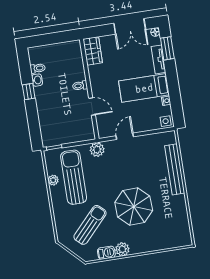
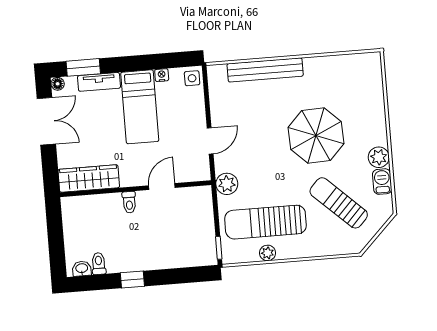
wardrobe: (93, 51) -> (89, 178), width x1.50
washbasin: (37, 80) -> (82, 269), moved
door: (125, 136) -> (210, 141), swing flipped

